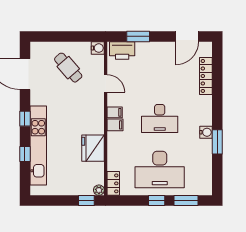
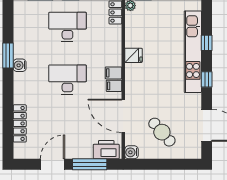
window: (138, 36) -> (90, 164), width x1.44
door: (187, 36) -> (53, 164), moved
door: (106, 83) -> (123, 116), width x1.87
fridge: (93, 148) -> (133, 55), width x0.53, depth x0.75
desk: (160, 170) -> (67, 27), width x0.73, depth x0.77

